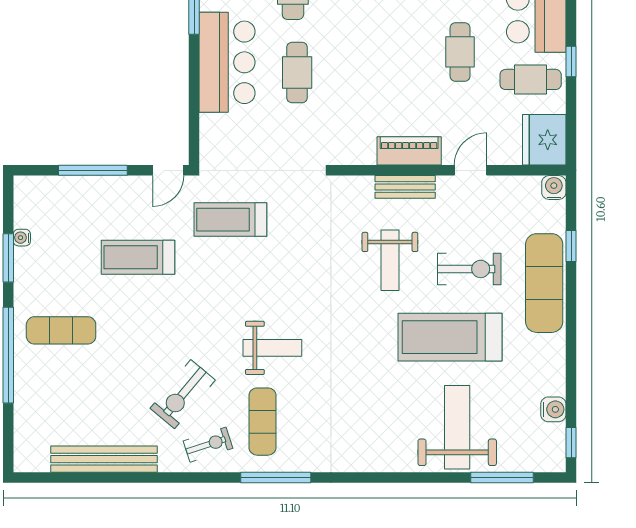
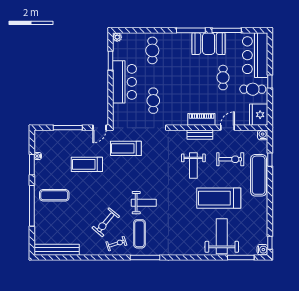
cafe table: (297, 72) -> (153, 101), moved
exercise bike: (469, 269) -> (230, 159), moved
water cooler: (553, 409) -> (262, 250), moved
bench: (104, 459) -> (57, 250), moved

